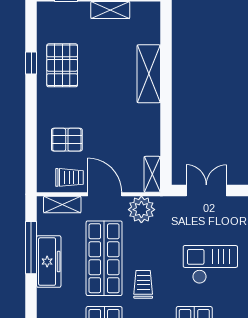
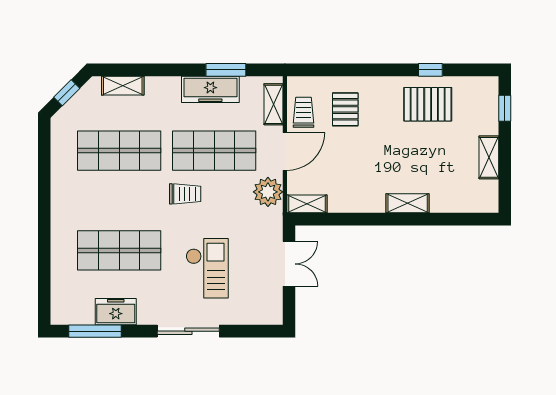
shelving: (149, 74) -> (408, 203), width x0.67, depth x0.75
trolley: (69, 177) -> (303, 112), turned 180
window: (31, 248) -> (226, 70), width x0.69

